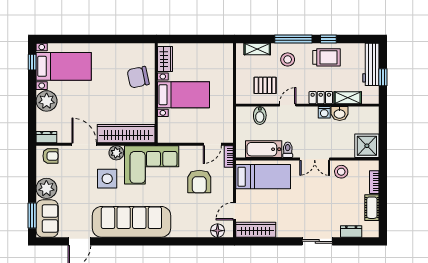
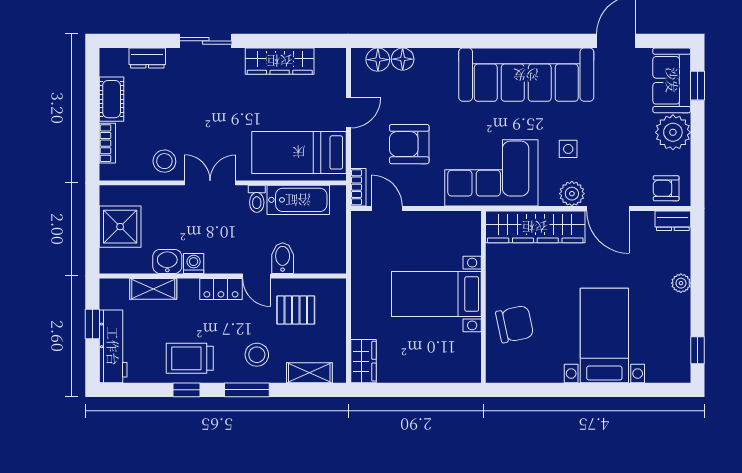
window: (293, 39) -> (247, 390), width x0.69
wardrobe: (165, 59) -> (363, 361), moved, turned 180
bed with nightstands: (64, 66) -> (604, 336), moved, turned 90
locker: (321, 98) -> (221, 289), moved
plant: (47, 101) -> (681, 283), width x0.53, depth x0.53
door: (288, 105) -> (257, 276), hinge flipped
bidet: (260, 115) -> (283, 258), moved
door: (212, 144) -> (387, 208), hinge flipped
shower: (367, 146) -> (120, 227), moved
plant: (116, 153) -> (572, 194), moved
side table: (107, 179) -> (568, 149), width x0.54, depth x0.54
armchair: (199, 182) -> (409, 144), turned -90
door: (235, 211) -> (348, 113), moved
window: (32, 216) -> (697, 86), width x0.67
wardrobe: (256, 230) -> (280, 61), moved
floor lamp: (203, 231) -> (403, 59), added

